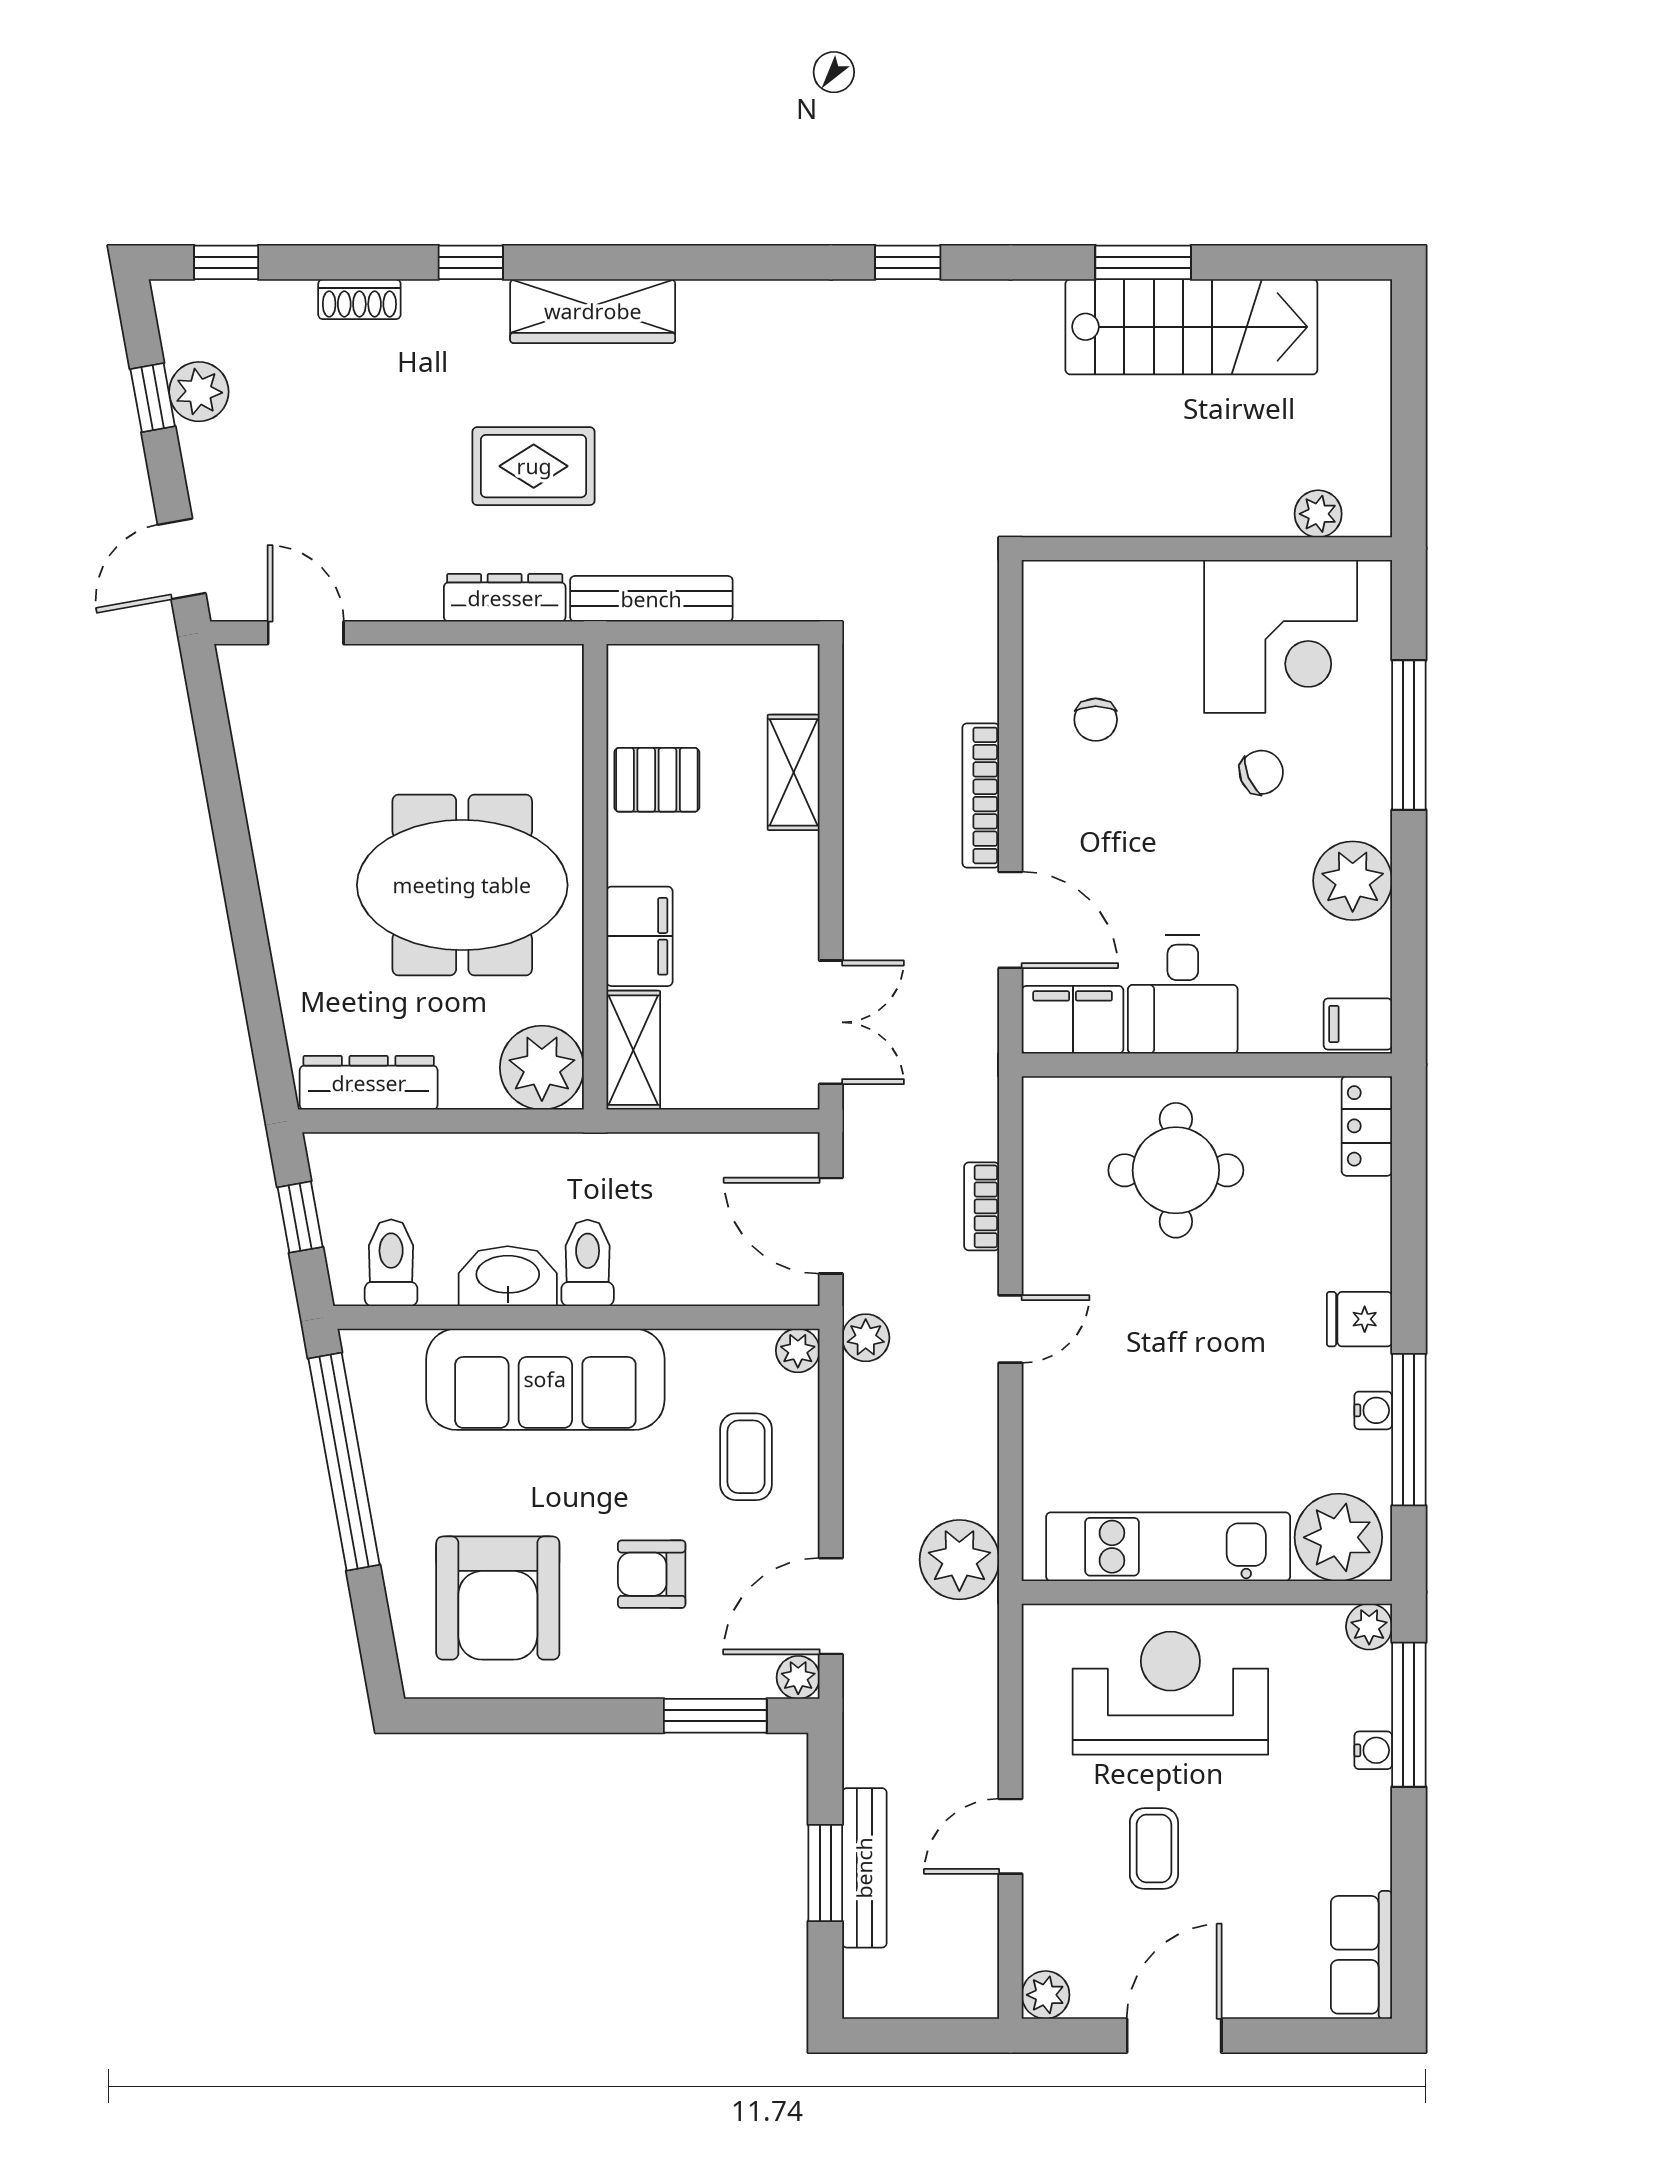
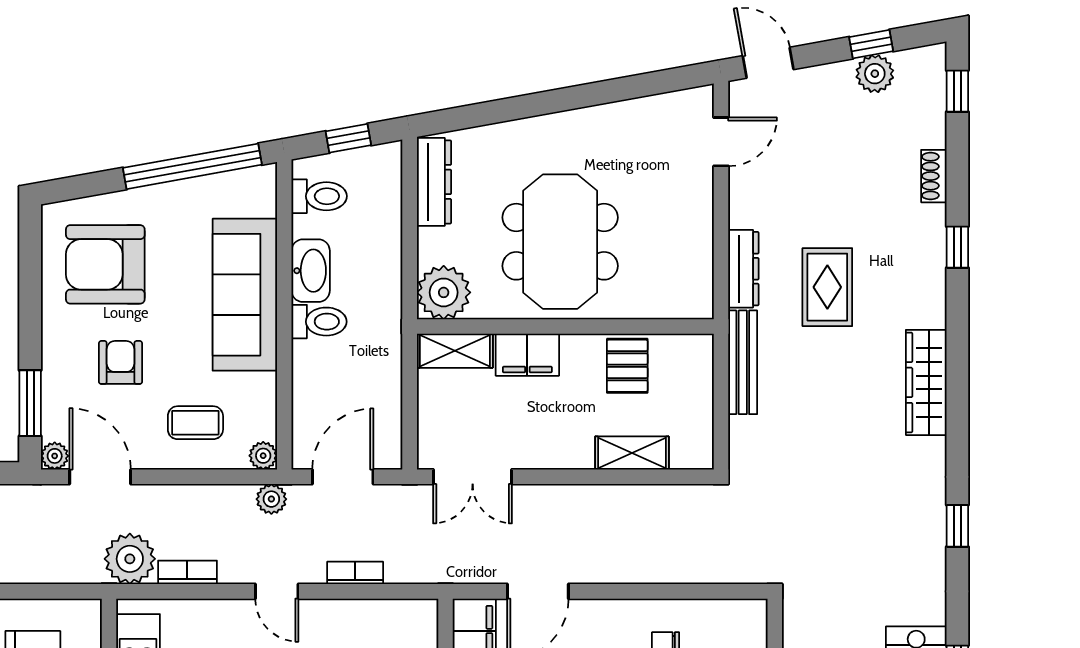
wardrobe: (593, 311) -> (926, 382), moved
bookcase: (981, 795) -> (187, 572), moved, width x0.64

